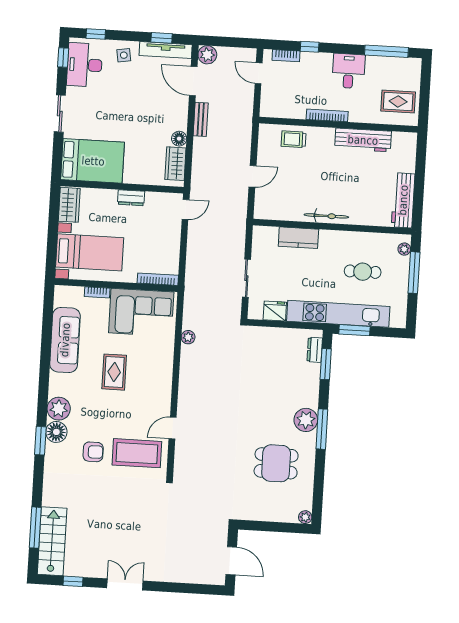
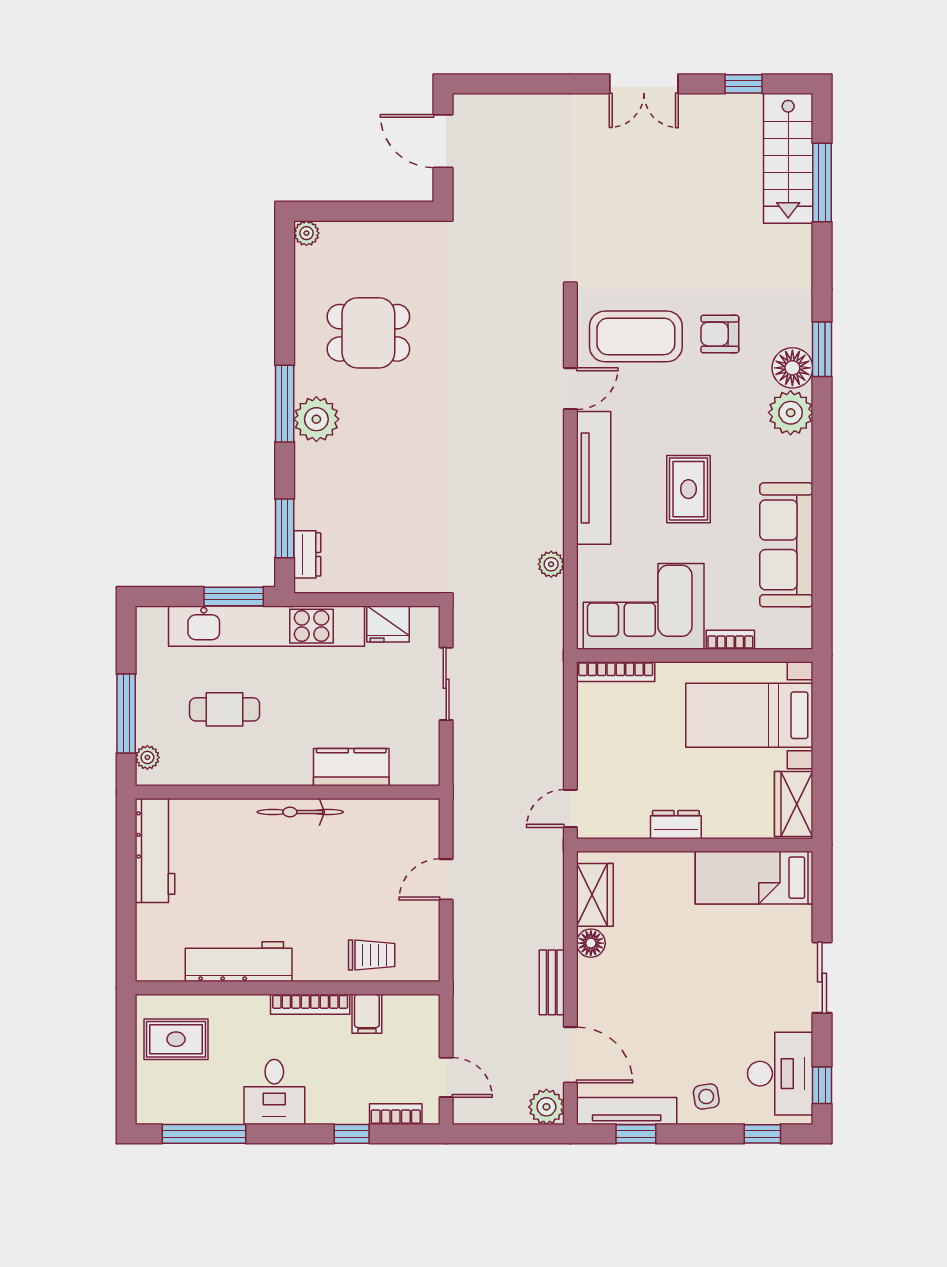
filing cabinet: (298, 109) -> (367, 1014), added
bed: (93, 161) -> (754, 878), width x0.67
tv unit: (163, 381) -> (594, 478), added

